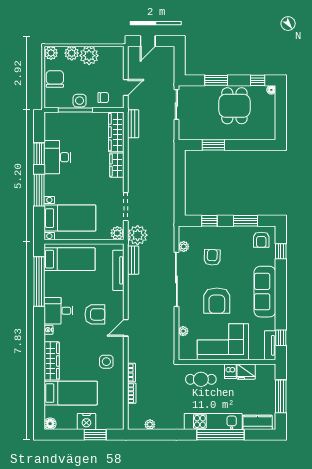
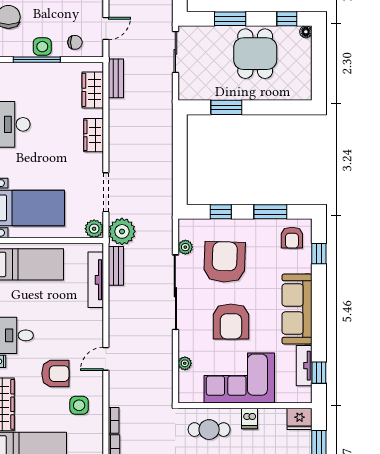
wardrobe: (116, 132) -> (93, 90), width x0.67
armchair: (212, 257) -> (225, 262), width x1.88, depth x1.88
armchair: (95, 314) -> (55, 374), moved
tv unit: (270, 345) -> (304, 366), moved
fridge: (246, 372) -> (300, 419), moved

